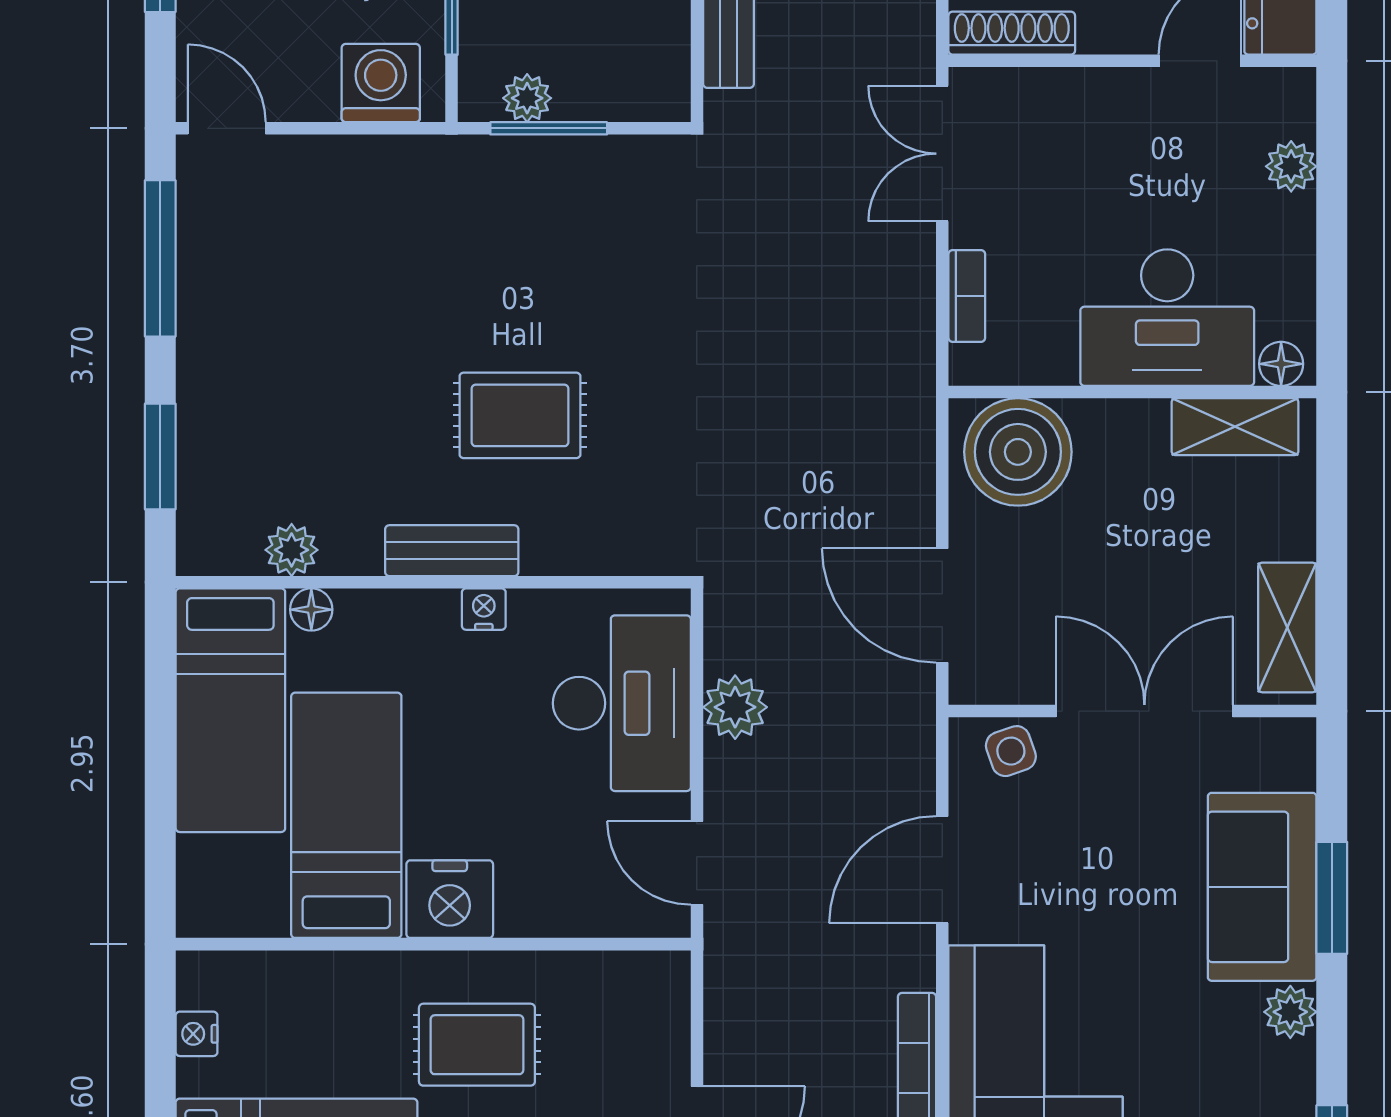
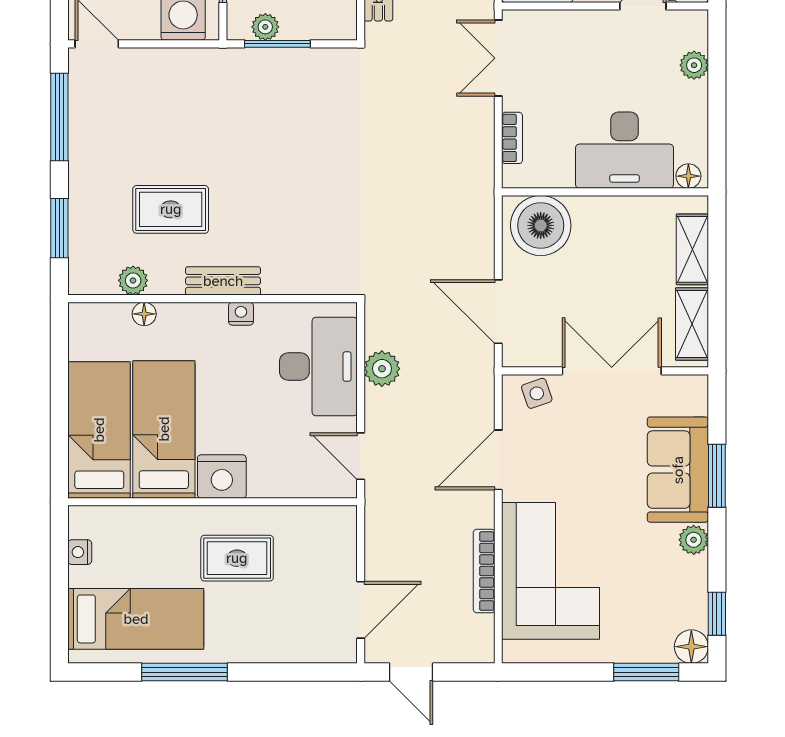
rug: (520, 415) -> (171, 209), moved
shelving: (1235, 427) -> (692, 249), moved, turned 90
bed: (230, 710) -> (99, 430), moved, turned 180

